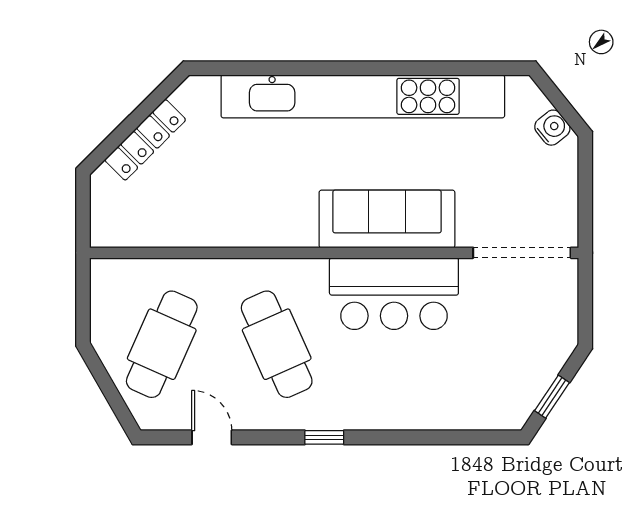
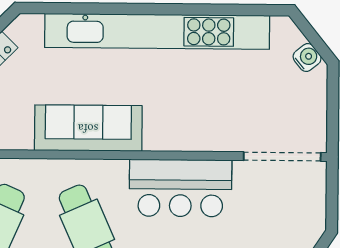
sofa: (387, 219) -> (88, 128), moved

